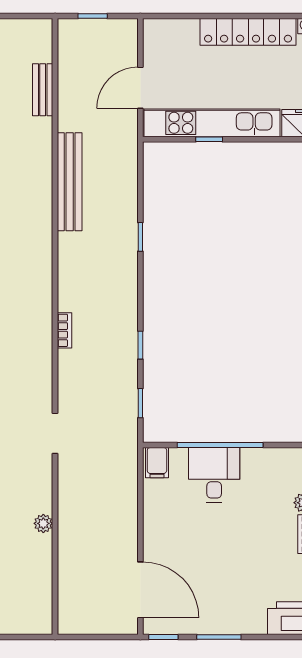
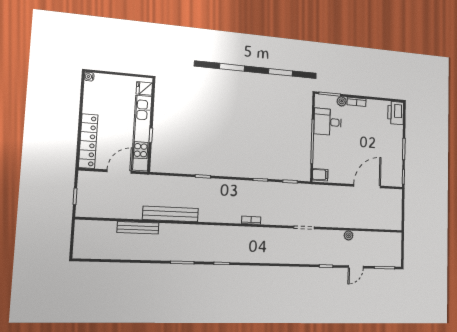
locker: (248, 32) -> (88, 141), moved
door: (140, 88) -> (119, 171), swing flipped
bench: (43, 90) -> (138, 228), moved, width x1.36
desk: (214, 475) -> (328, 122), moved
door: (140, 590) -> (367, 186), moved

